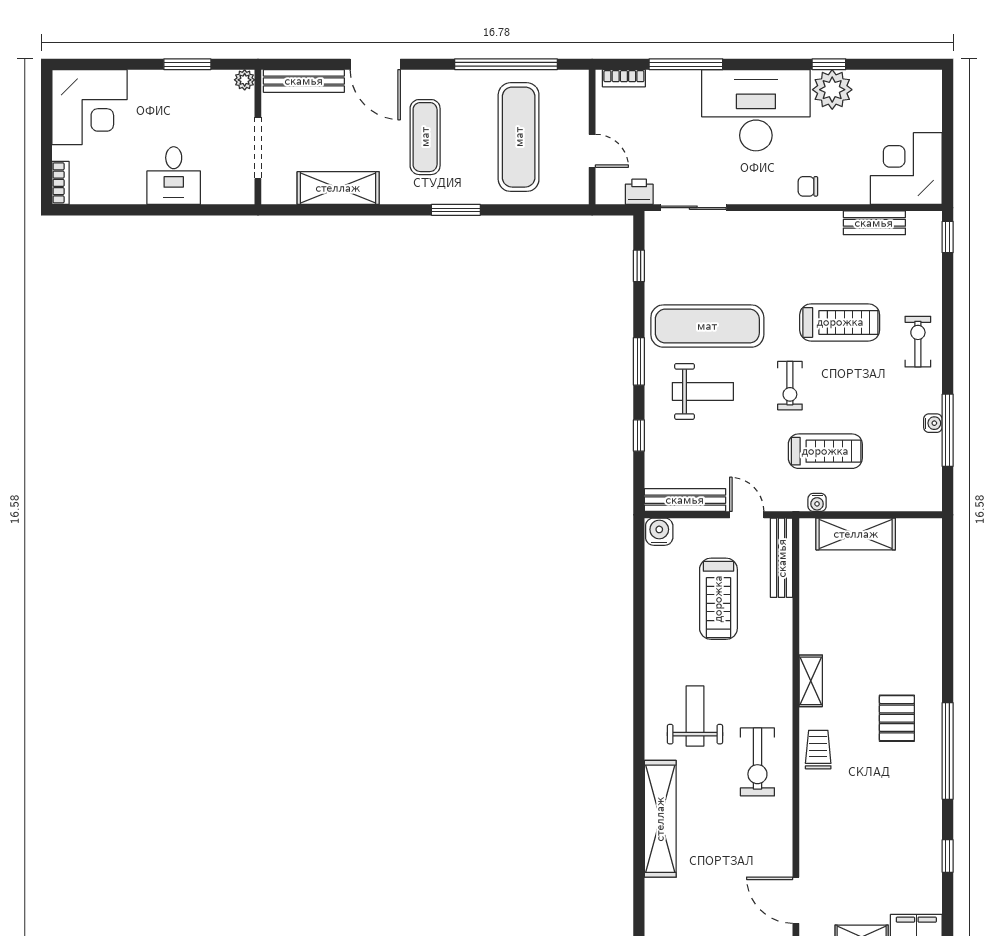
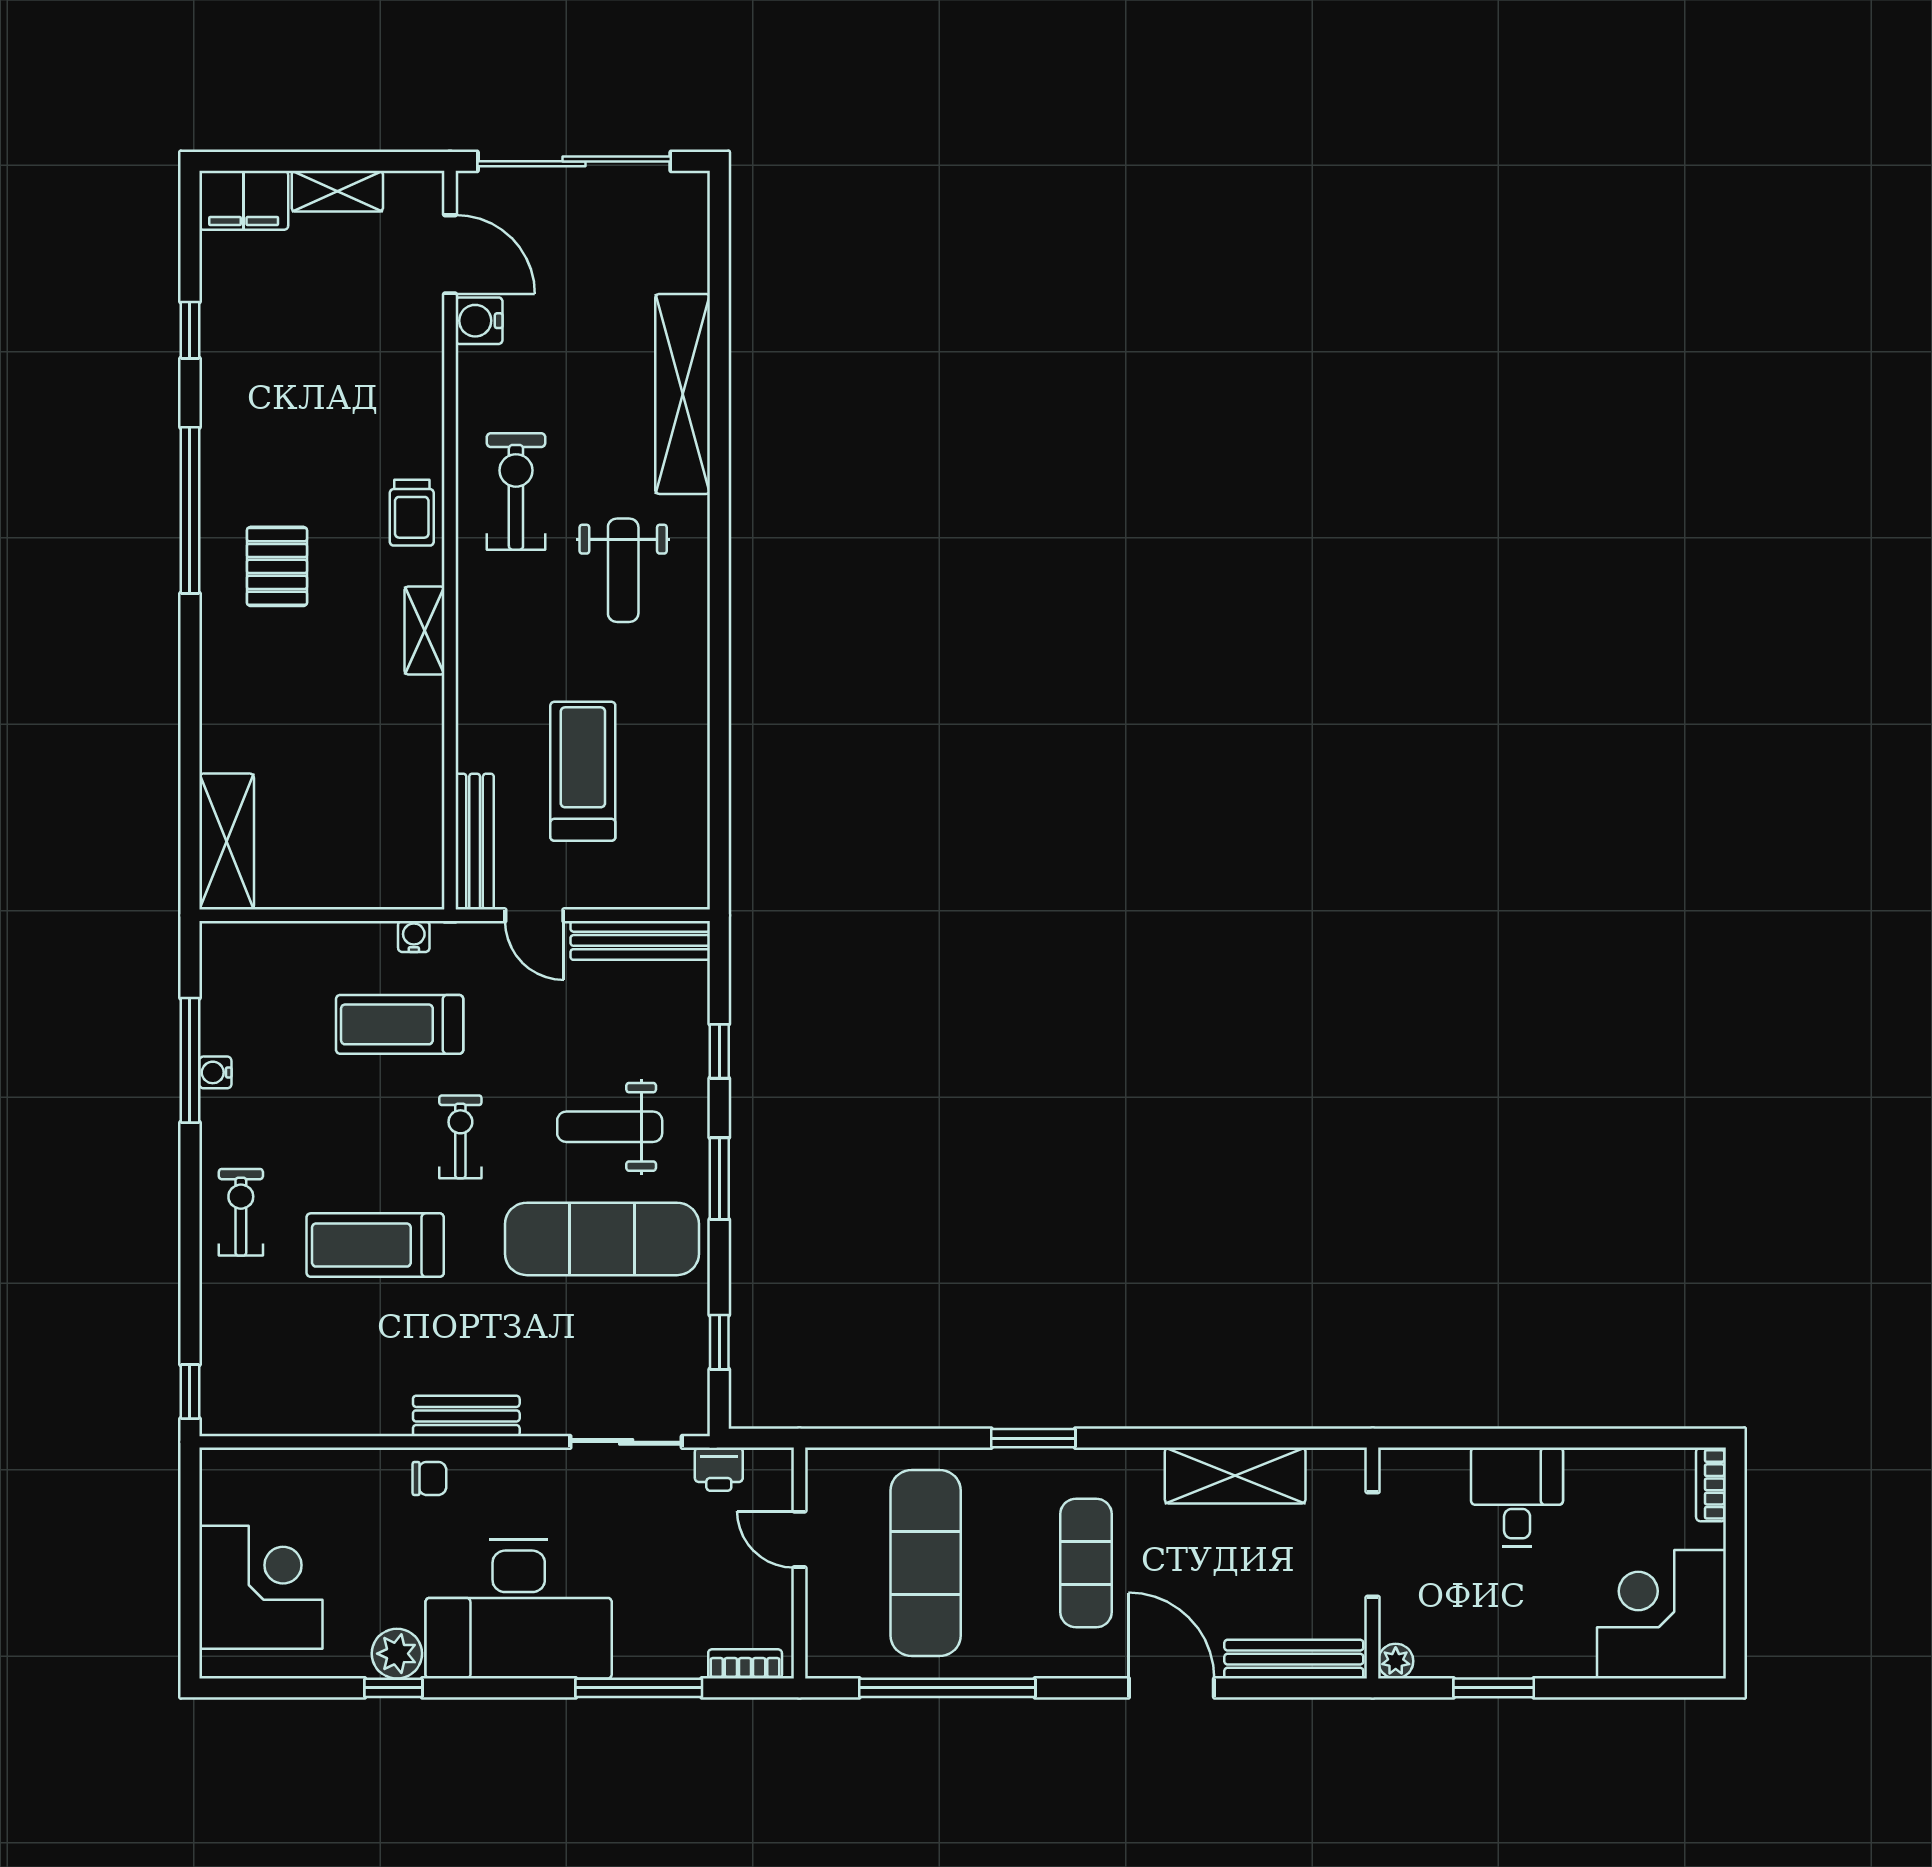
plant: (832, 90) -> (397, 1654), width x0.73, depth x0.73
corner desk: (906, 169) -> (261, 1587), moved, turned -90
bench: (874, 223) -> (466, 1416), moved
exercise bike: (918, 342) -> (241, 1212), turned 180
water cooler: (659, 532) -> (479, 321), moved, turned 90
shelving: (856, 534) -> (227, 842), moved, turned 90

